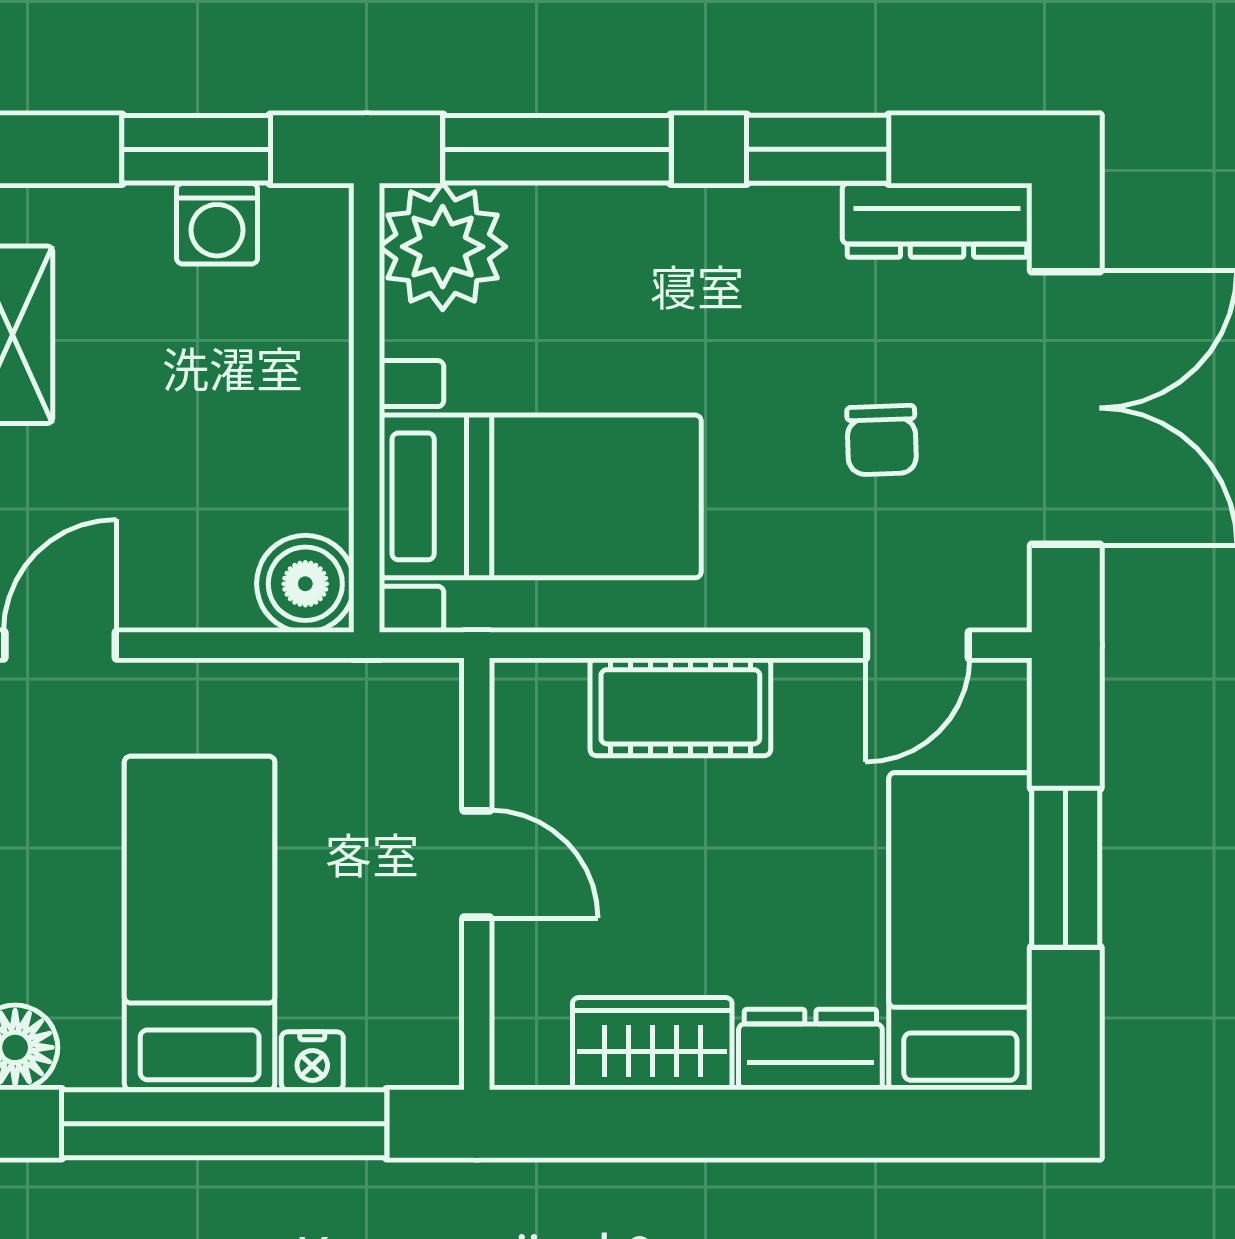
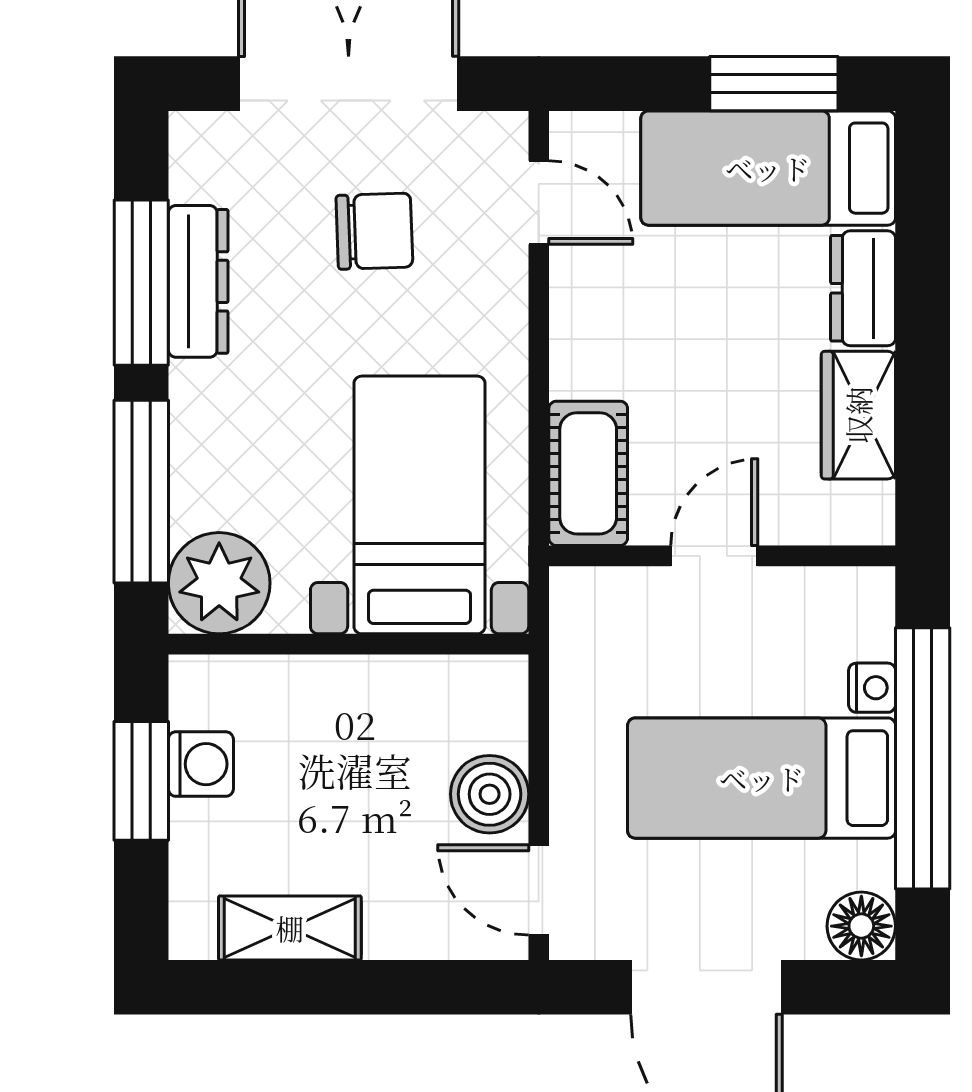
window: (818, 149) -> (141, 283), width x1.44
dresser: (937, 220) -> (198, 281), moved
chair: (882, 440) -> (374, 231), width x1.37, depth x1.37
boiler: (305, 584) -> (490, 794), moved
cot: (680, 707) -> (588, 473), moved
window: (1066, 868) -> (774, 84), moved

